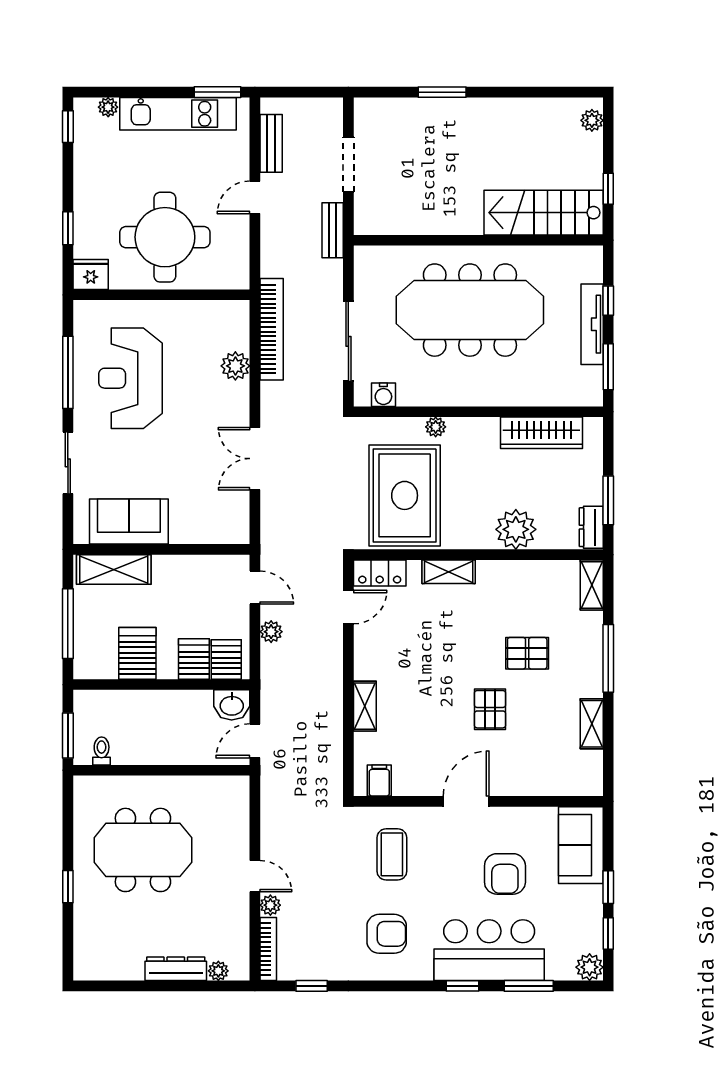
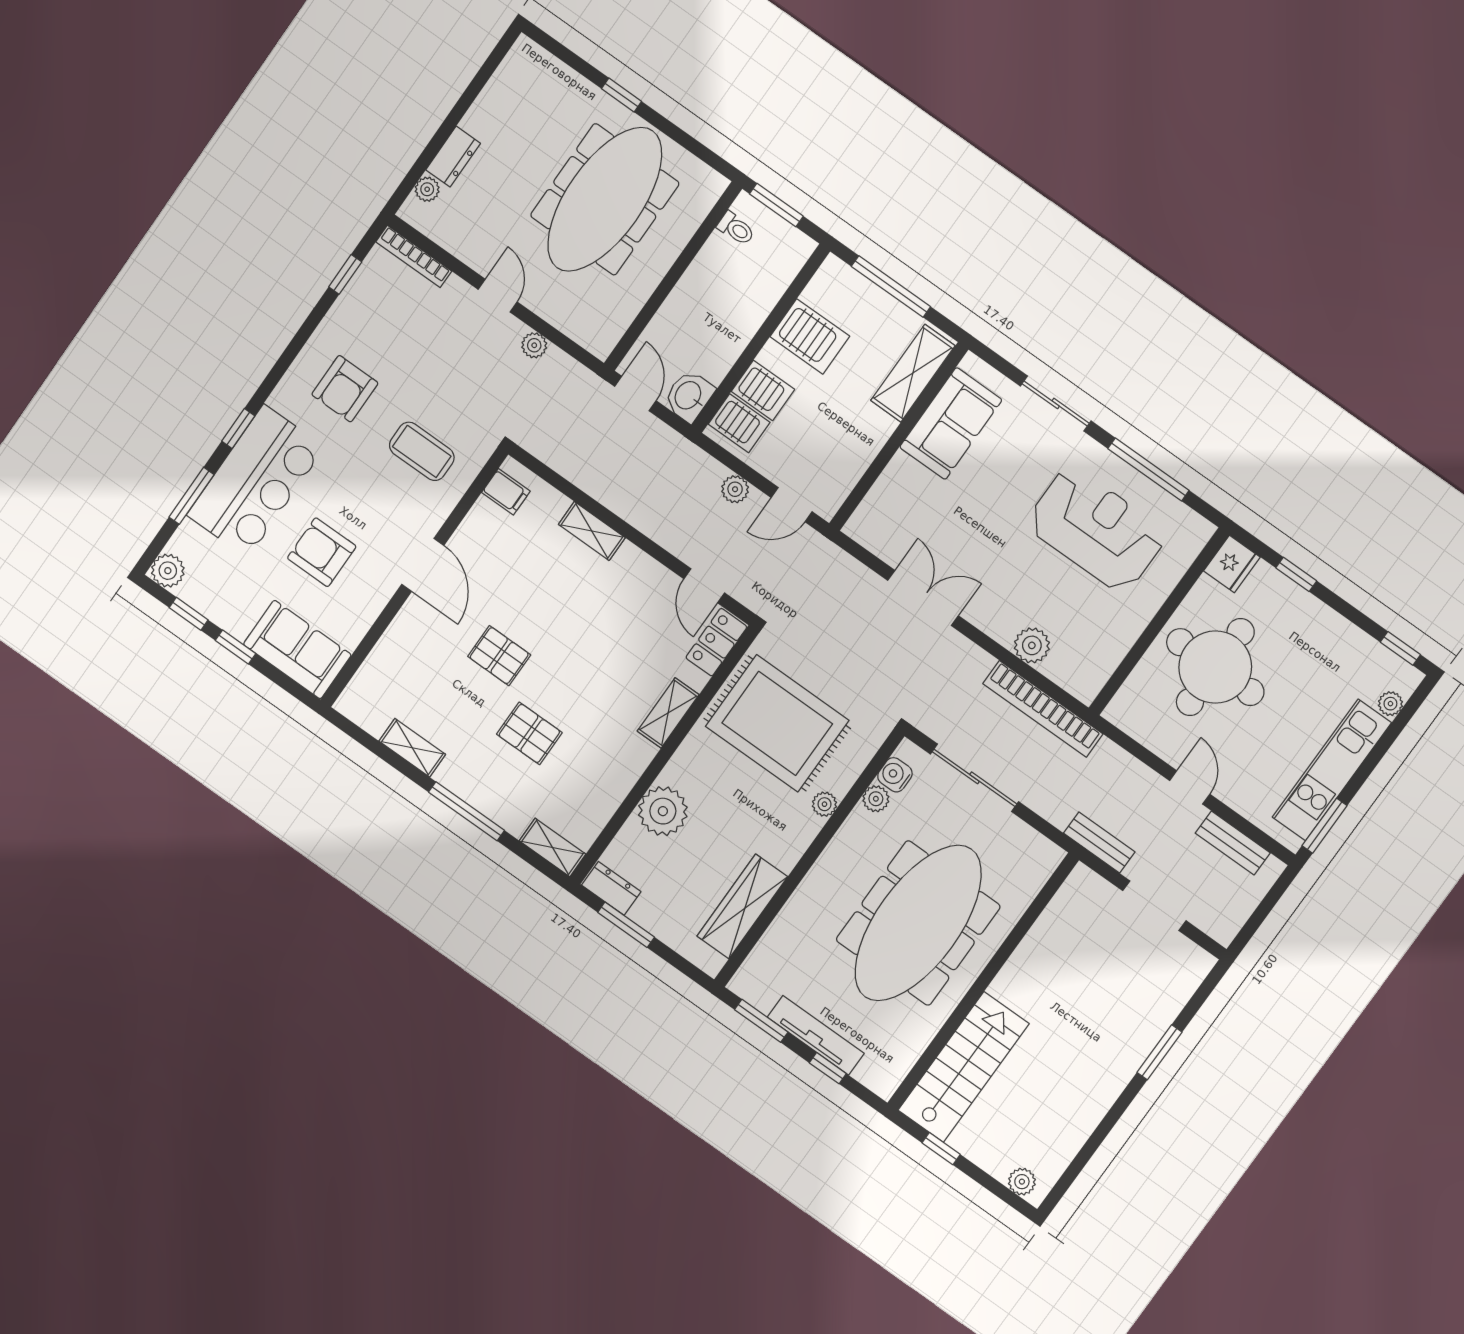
plant: (408, 396) -> (876, 799), added
pallet: (527, 653) -> (529, 733), turned 90
meeting table: (143, 850) -> (605, 199), width x1.36
door: (255, 876) -> (498, 296), swing flipped
plant: (270, 905) -> (534, 345), moved
dresser: (176, 969) -> (453, 157), width x0.70

